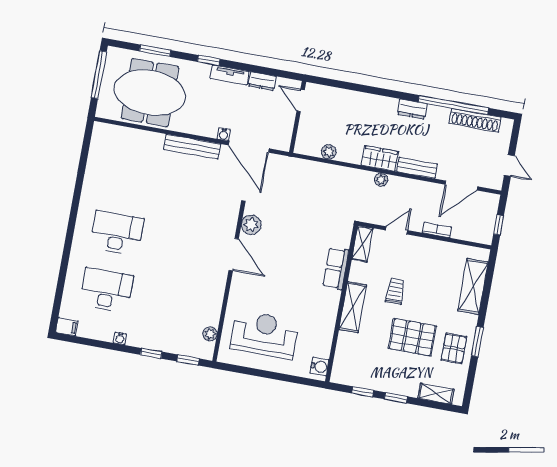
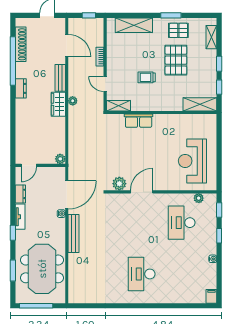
plant: (329, 152) -> (60, 159), moved
desk: (106, 290) -> (182, 223), moved
shelving: (353, 307) -> (200, 104), moved
water cooler: (319, 367) -> (207, 120), removed

